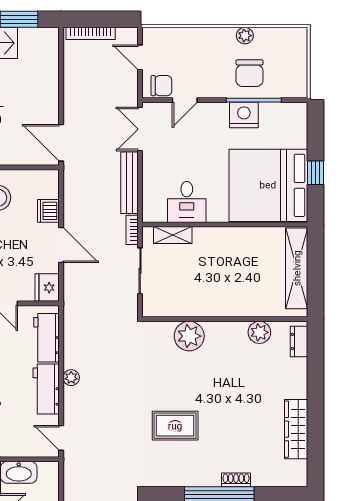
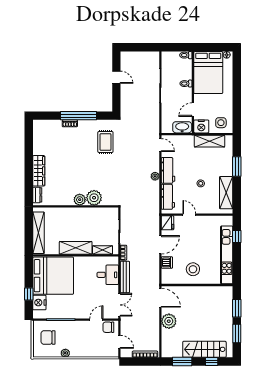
chair: (250, 73) -> (48, 338), moved, turned -90
plant: (45, 97) -> (169, 321), added
nightstand: (244, 115) -> (39, 303), moved, turned 90
window: (316, 173) -> (29, 294), moved
desk: (187, 202) -> (108, 275), moved, turned 90
shelving: (225, 239) -> (76, 248), added
door: (61, 245) -> (160, 245), swing flipped
plant: (259, 332) -> (80, 200), moved
rug: (175, 426) -> (105, 142), moved, turned 90
wardrobe: (296, 429) -> (39, 171), moved

